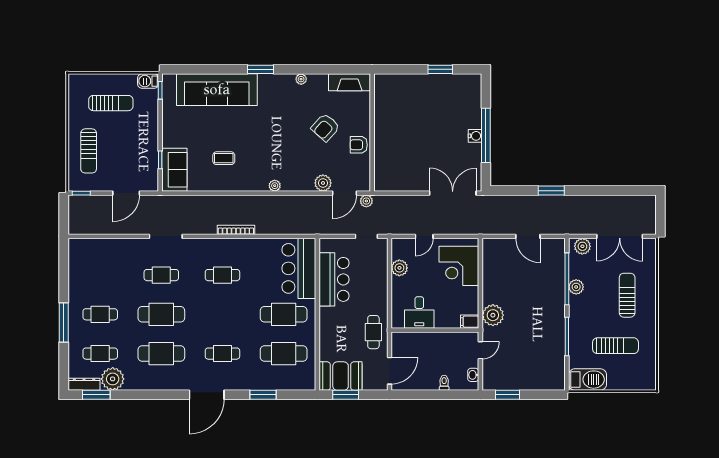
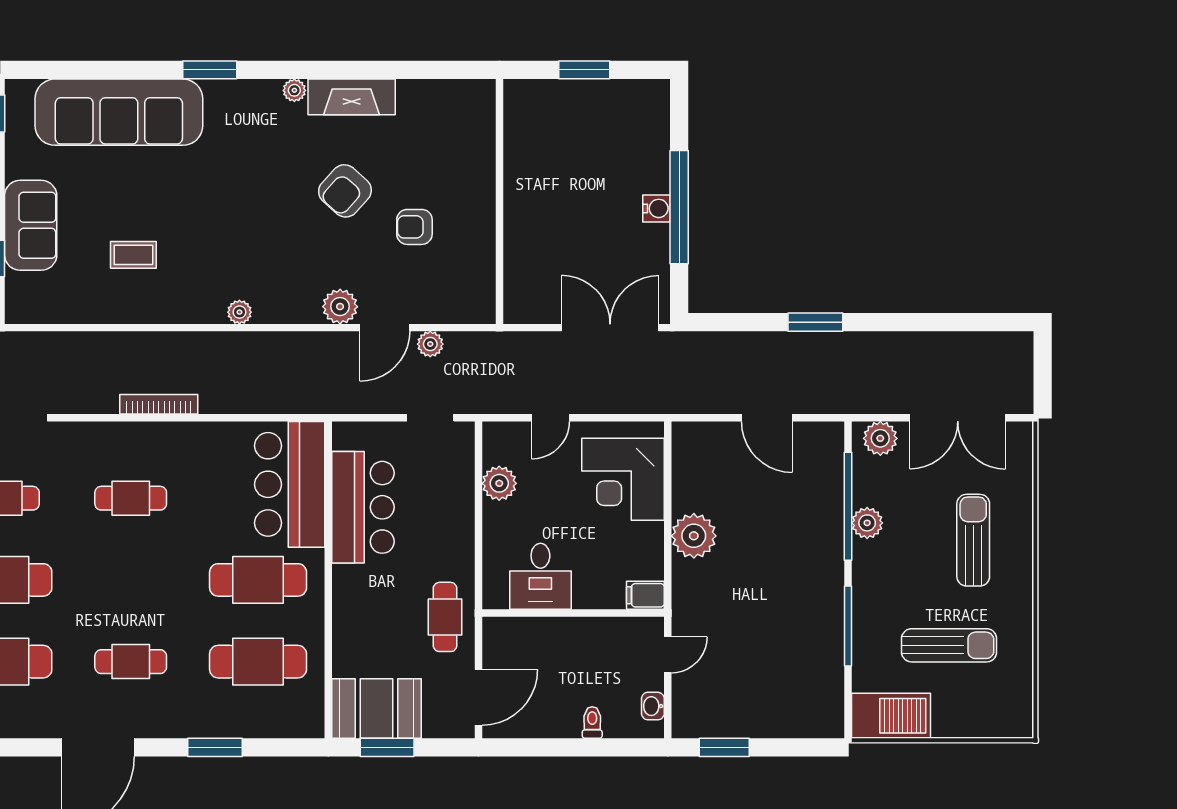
fireplace: (350, 82) -> (352, 97), moved
wall: (372, 133) -> (500, 201), moved
sofa: (174, 170) -> (31, 225), moved
plant: (493, 315) -> (694, 536), moved

